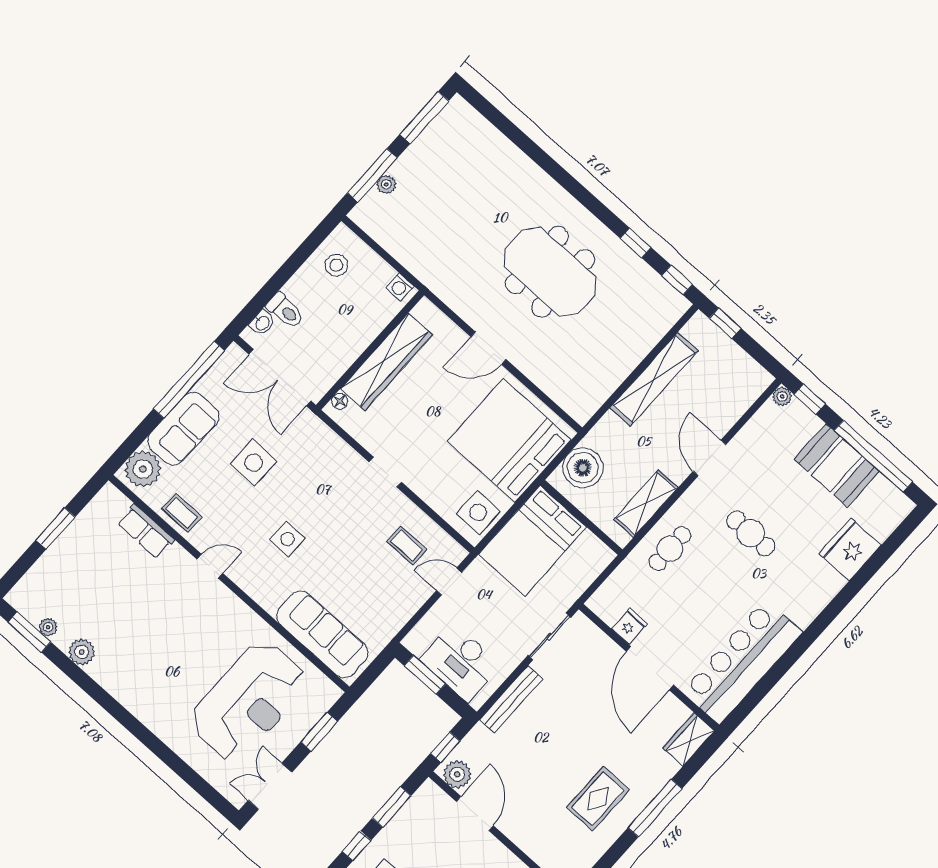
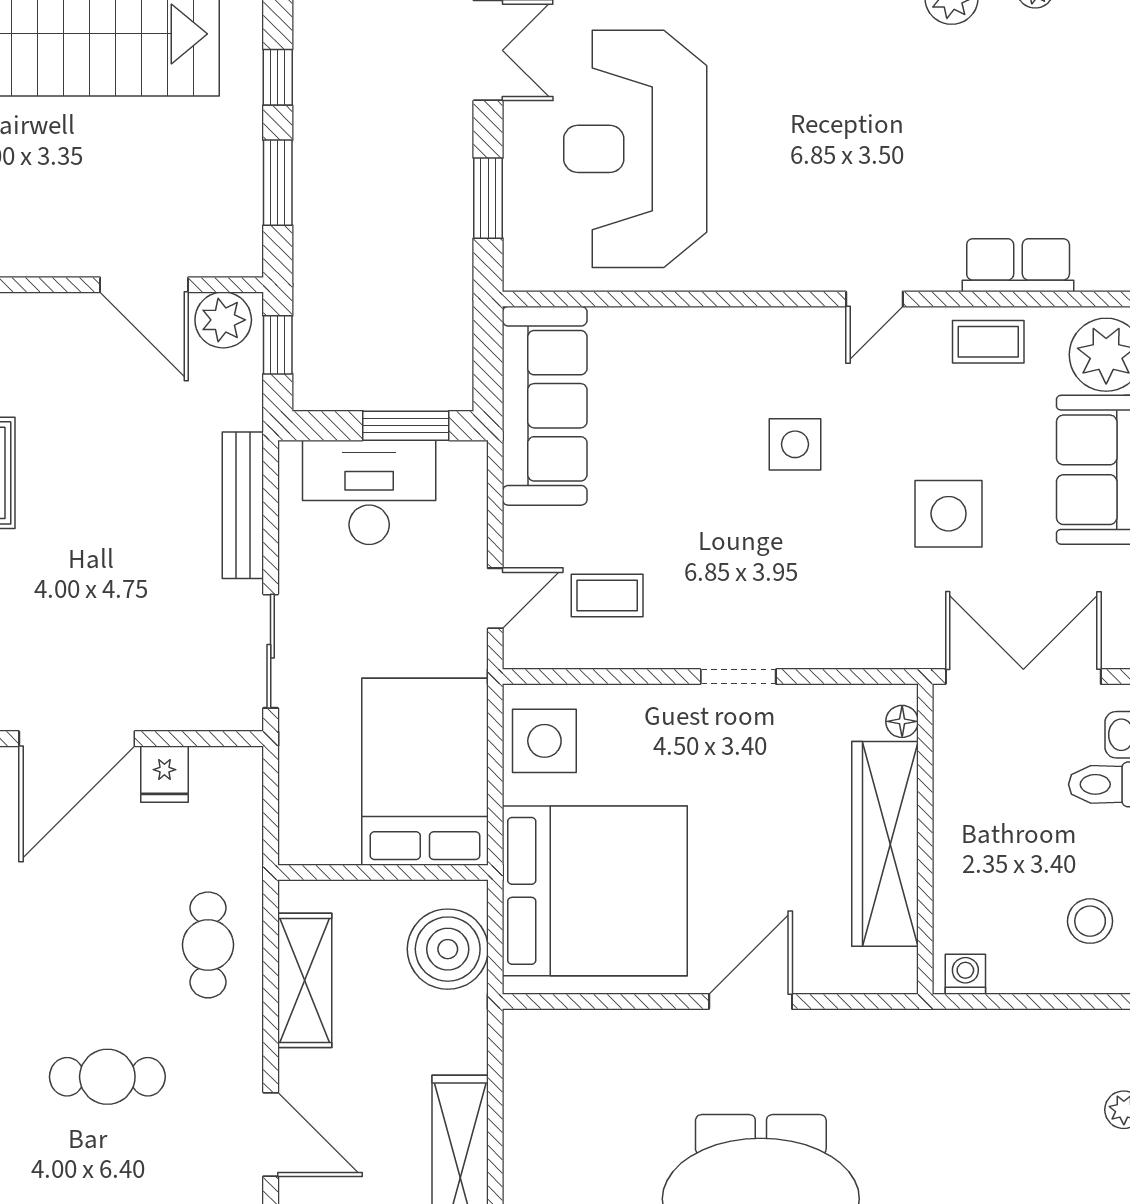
sofa: (322, 634) -> (545, 406), moved, turned -90
door: (650, 668) -> (77, 739), swing flipped

